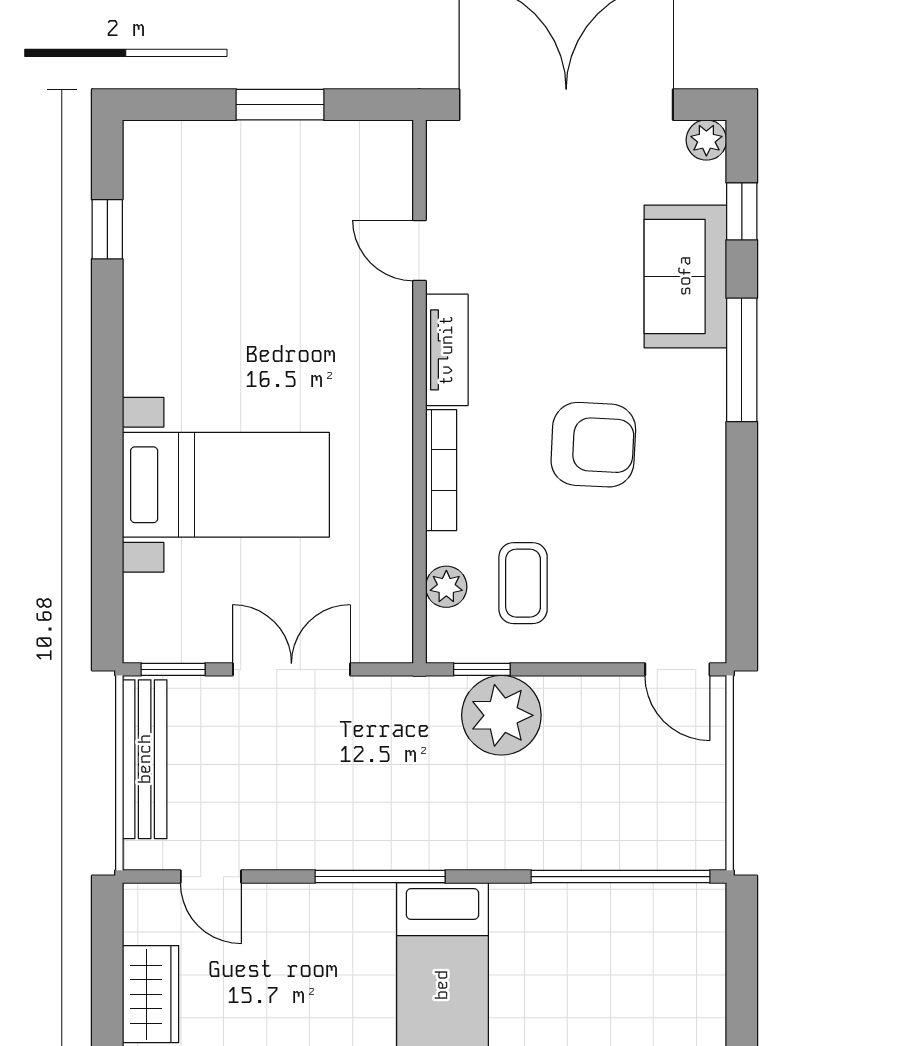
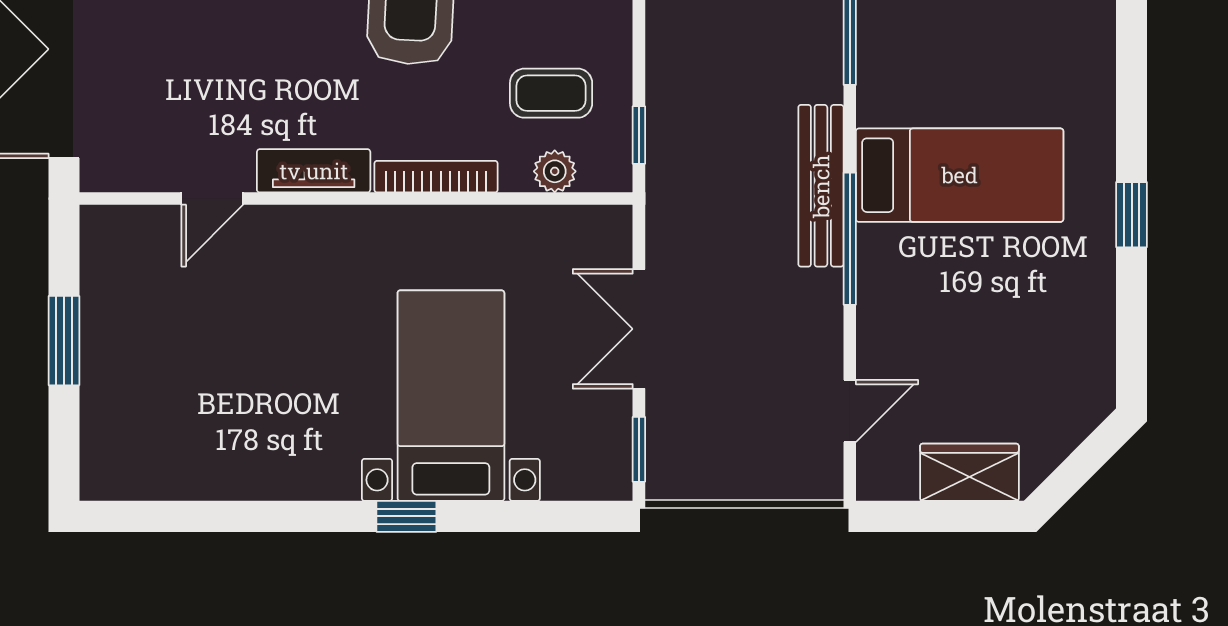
window: (107, 229) -> (406, 516), moved
plant: (501, 715) -> (686, 115), removed
bench: (145, 759) -> (821, 186), moved, turned 90

